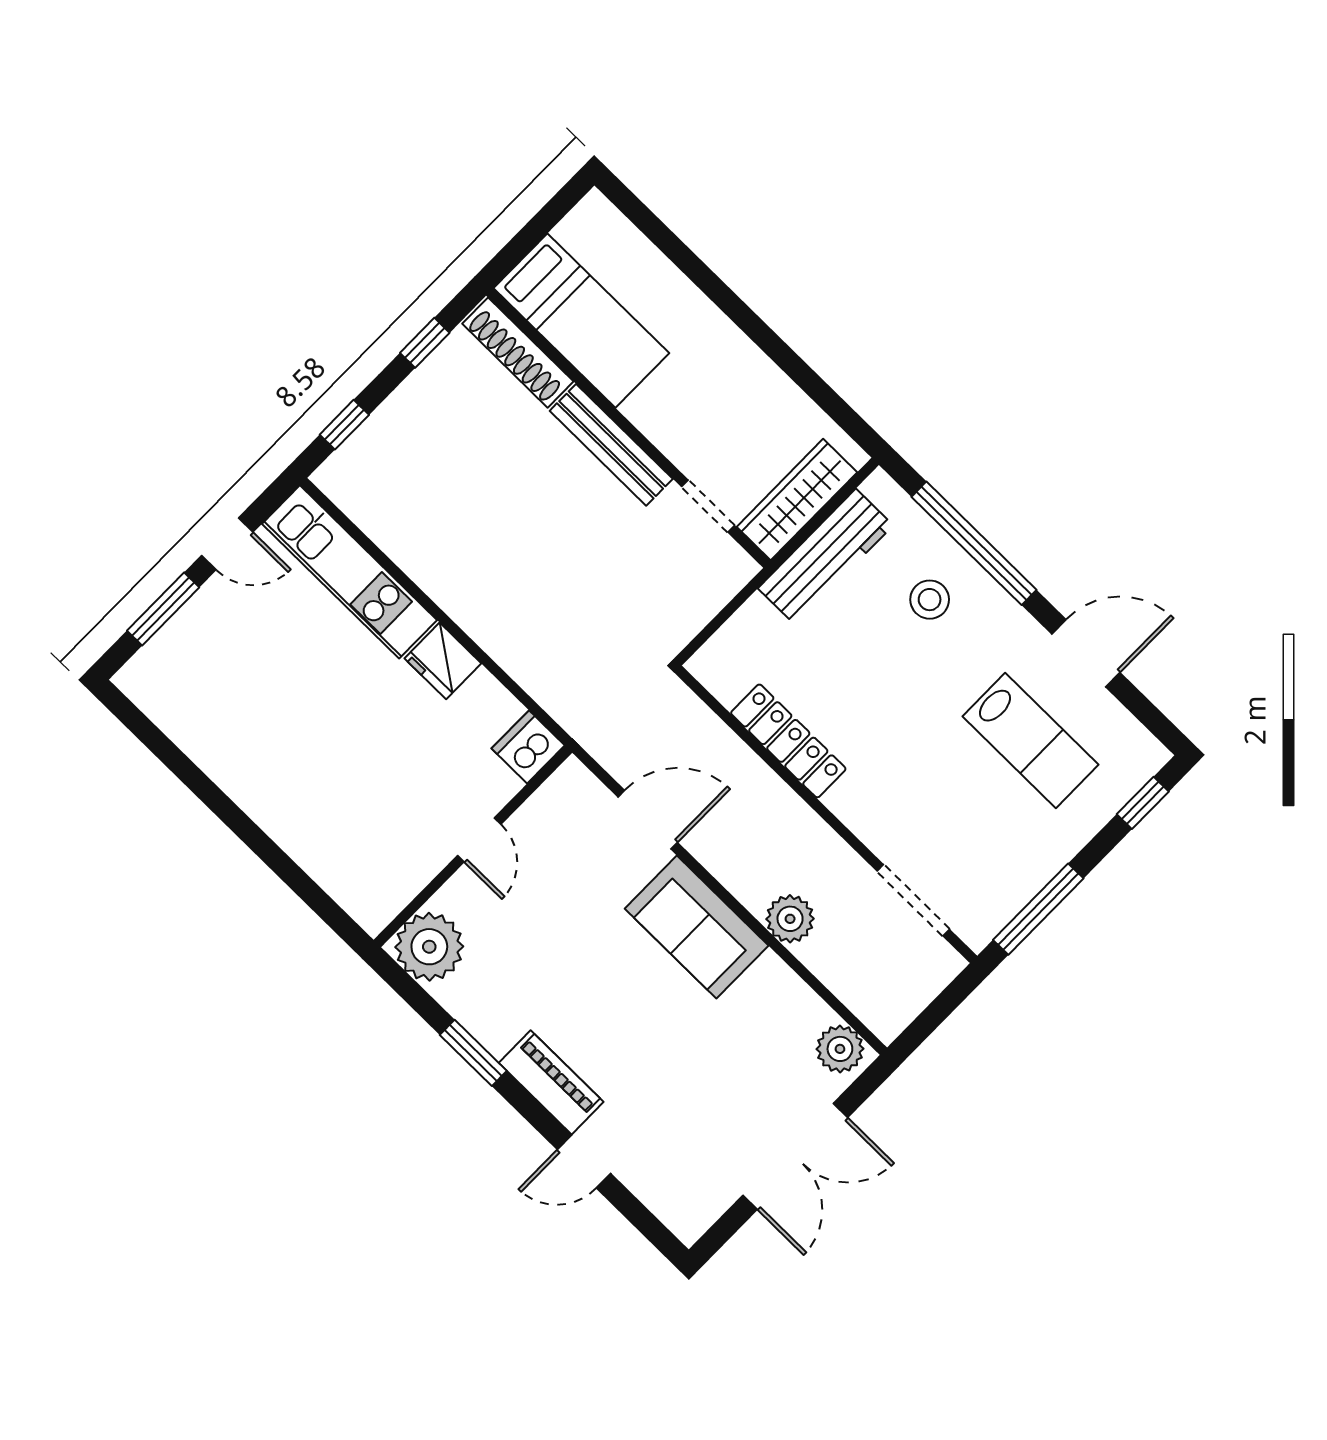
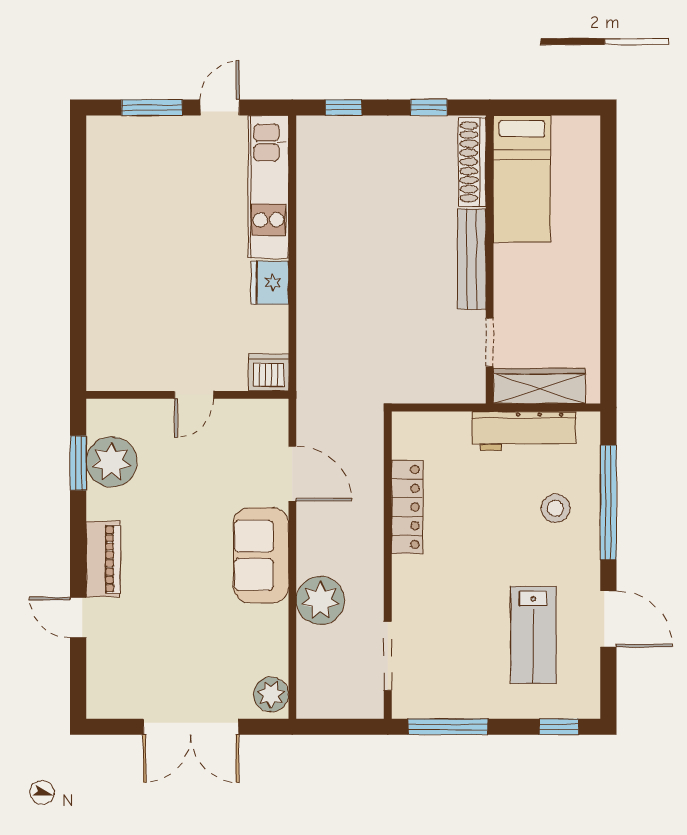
door: (227, 544) -> (220, 107), swing flipped
plant: (790, 919) -> (320, 600), width x1.36, depth x1.36
plant: (429, 947) -> (111, 462), moved
window: (473, 1053) -> (78, 463), moved

